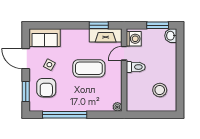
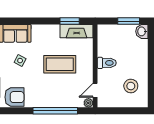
washing machine: (134, 39) -> (105, 35), removed
door: (124, 53) -> (95, 90), moved
armchair: (46, 88) -> (14, 97), moved, turned -90
window: (65, 115) -> (55, 111), moved

